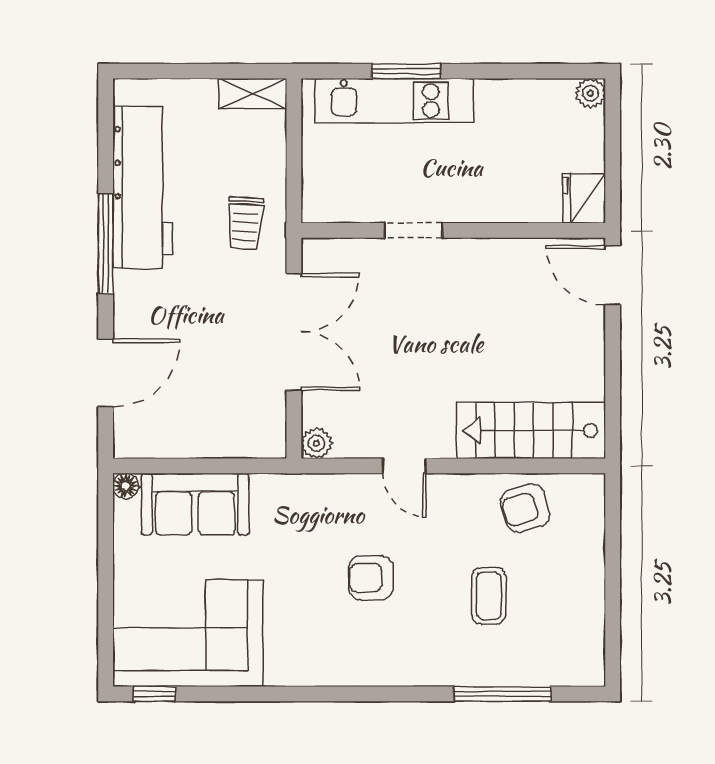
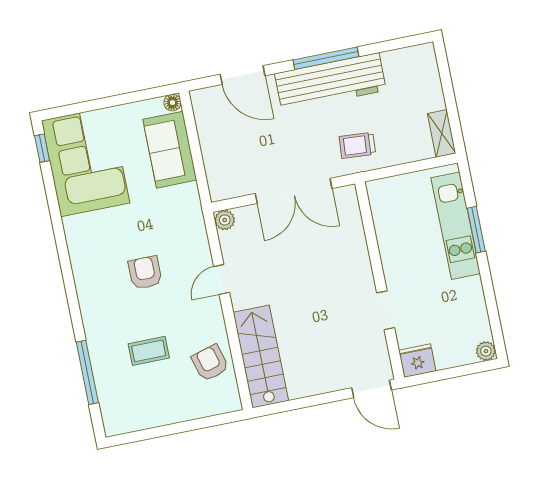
workbench: (142, 187) -> (330, 82), moved
doorway: (414, 230) -> (386, 310), moved
door: (613, 275) -> (372, 389), swing flipped

